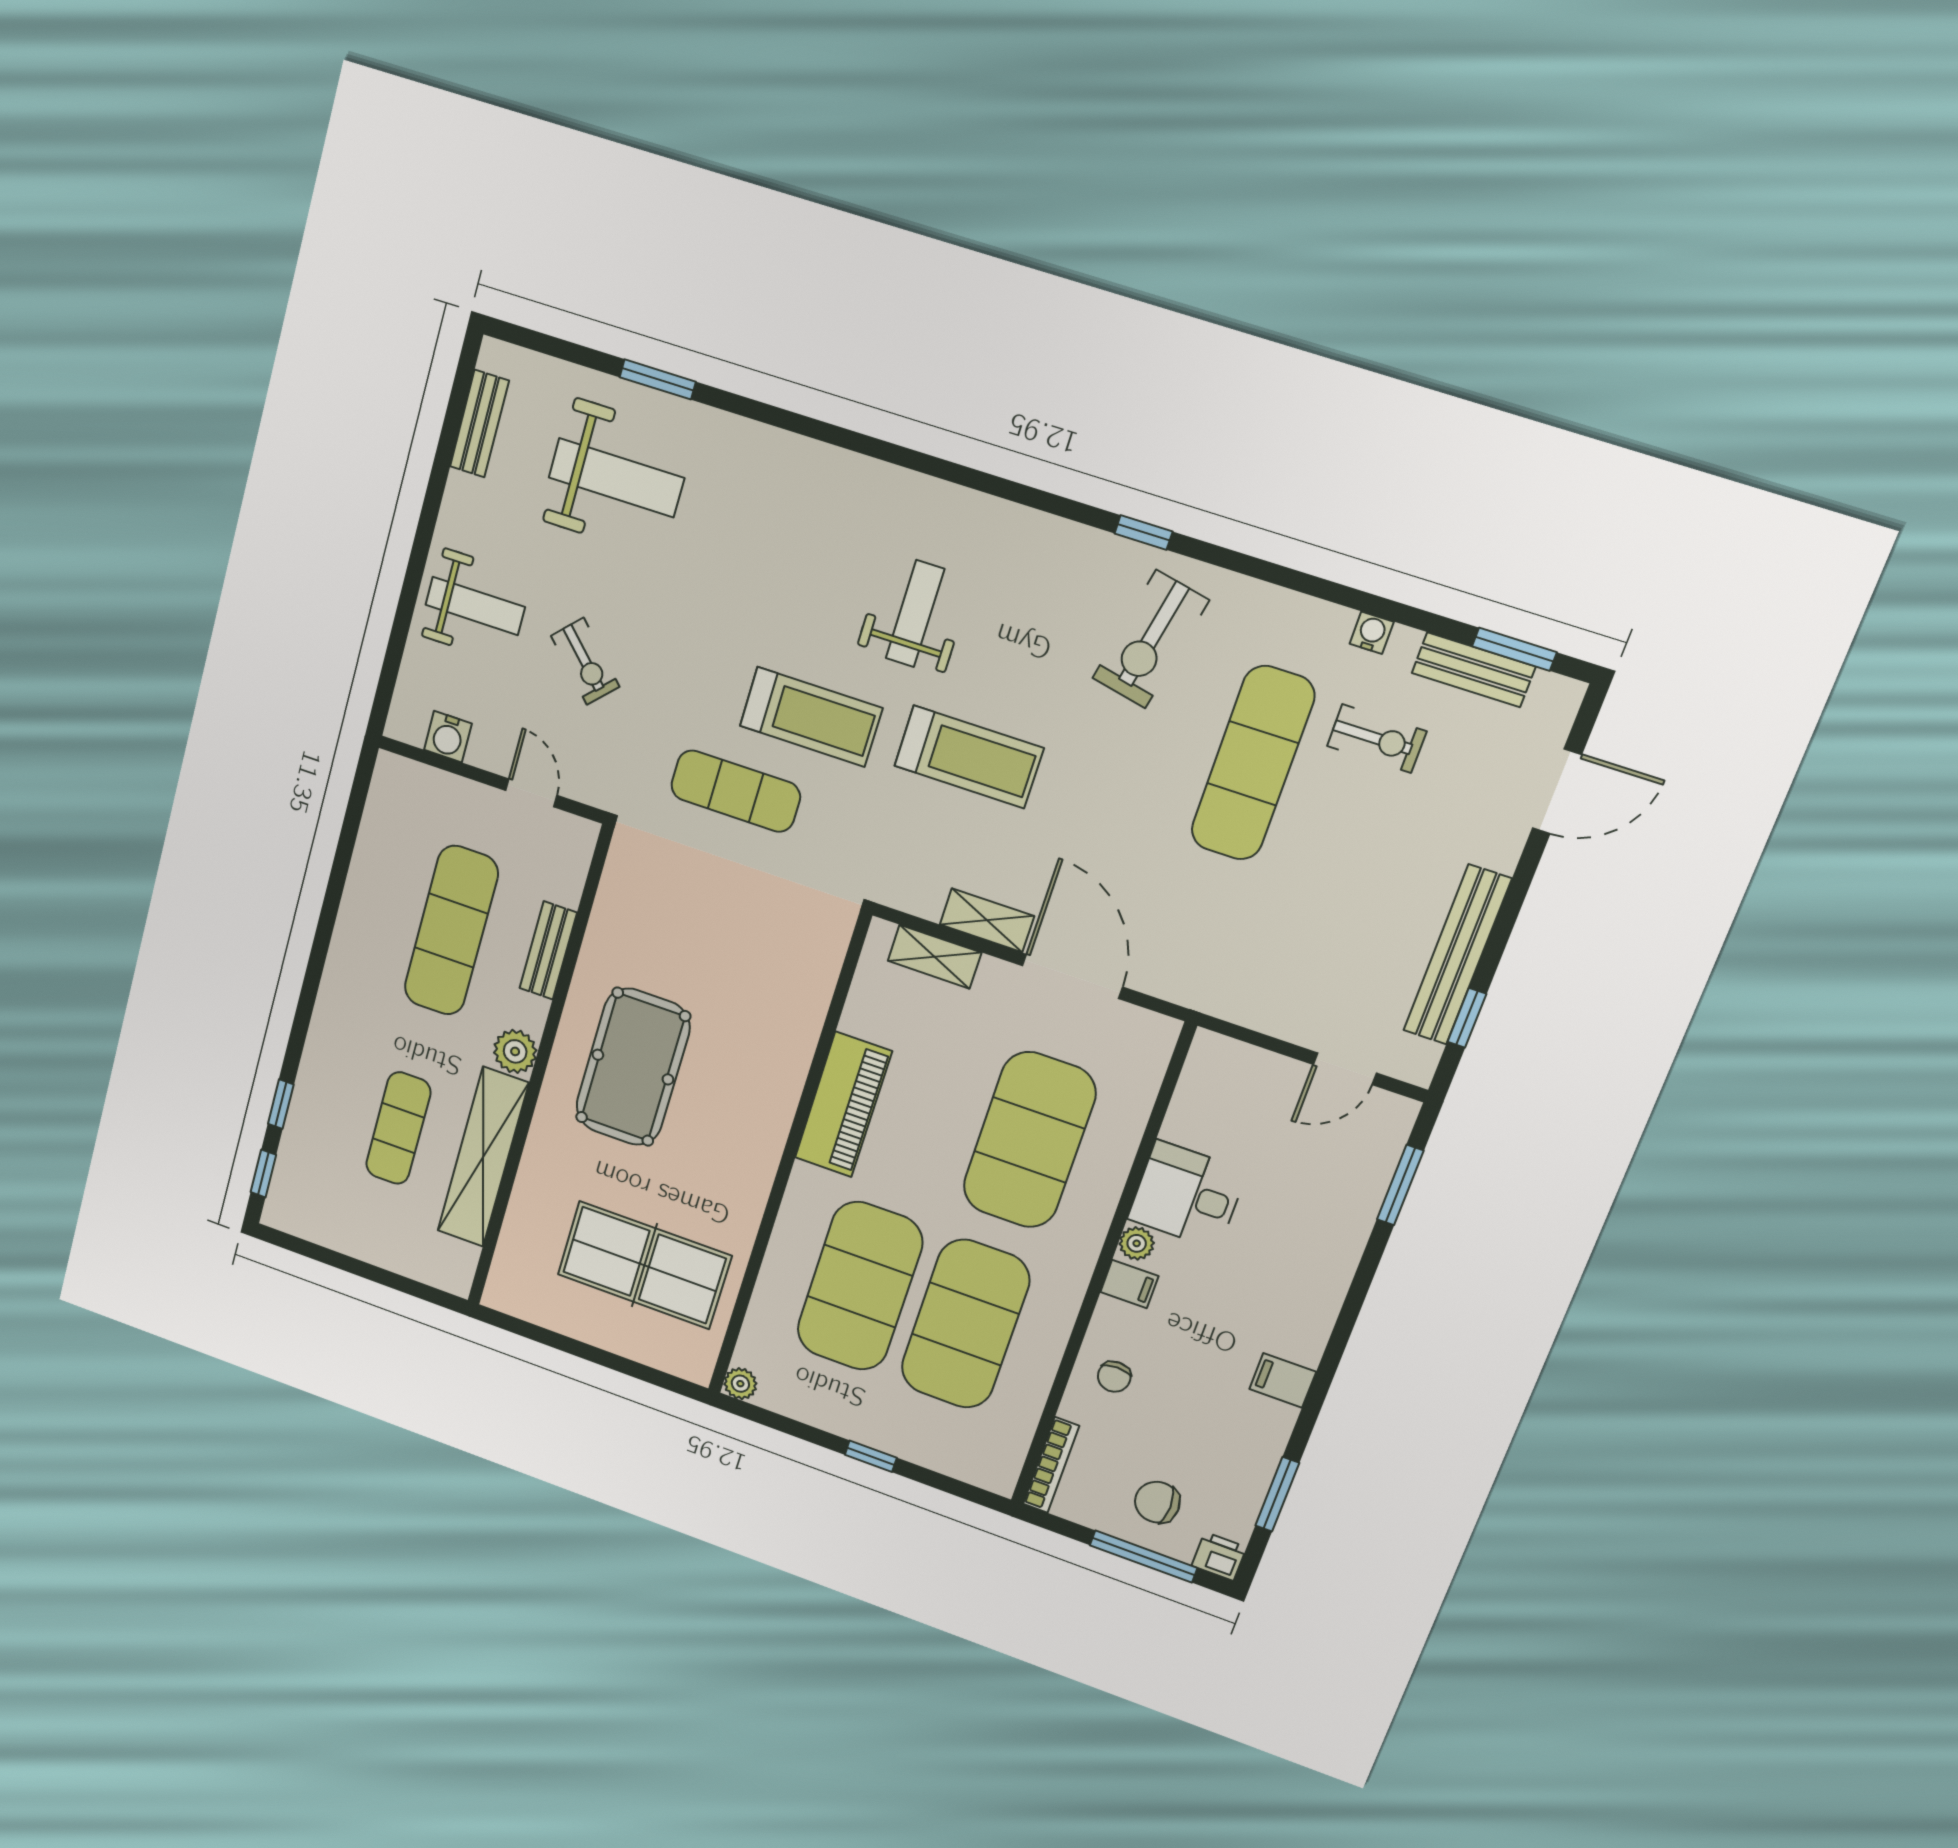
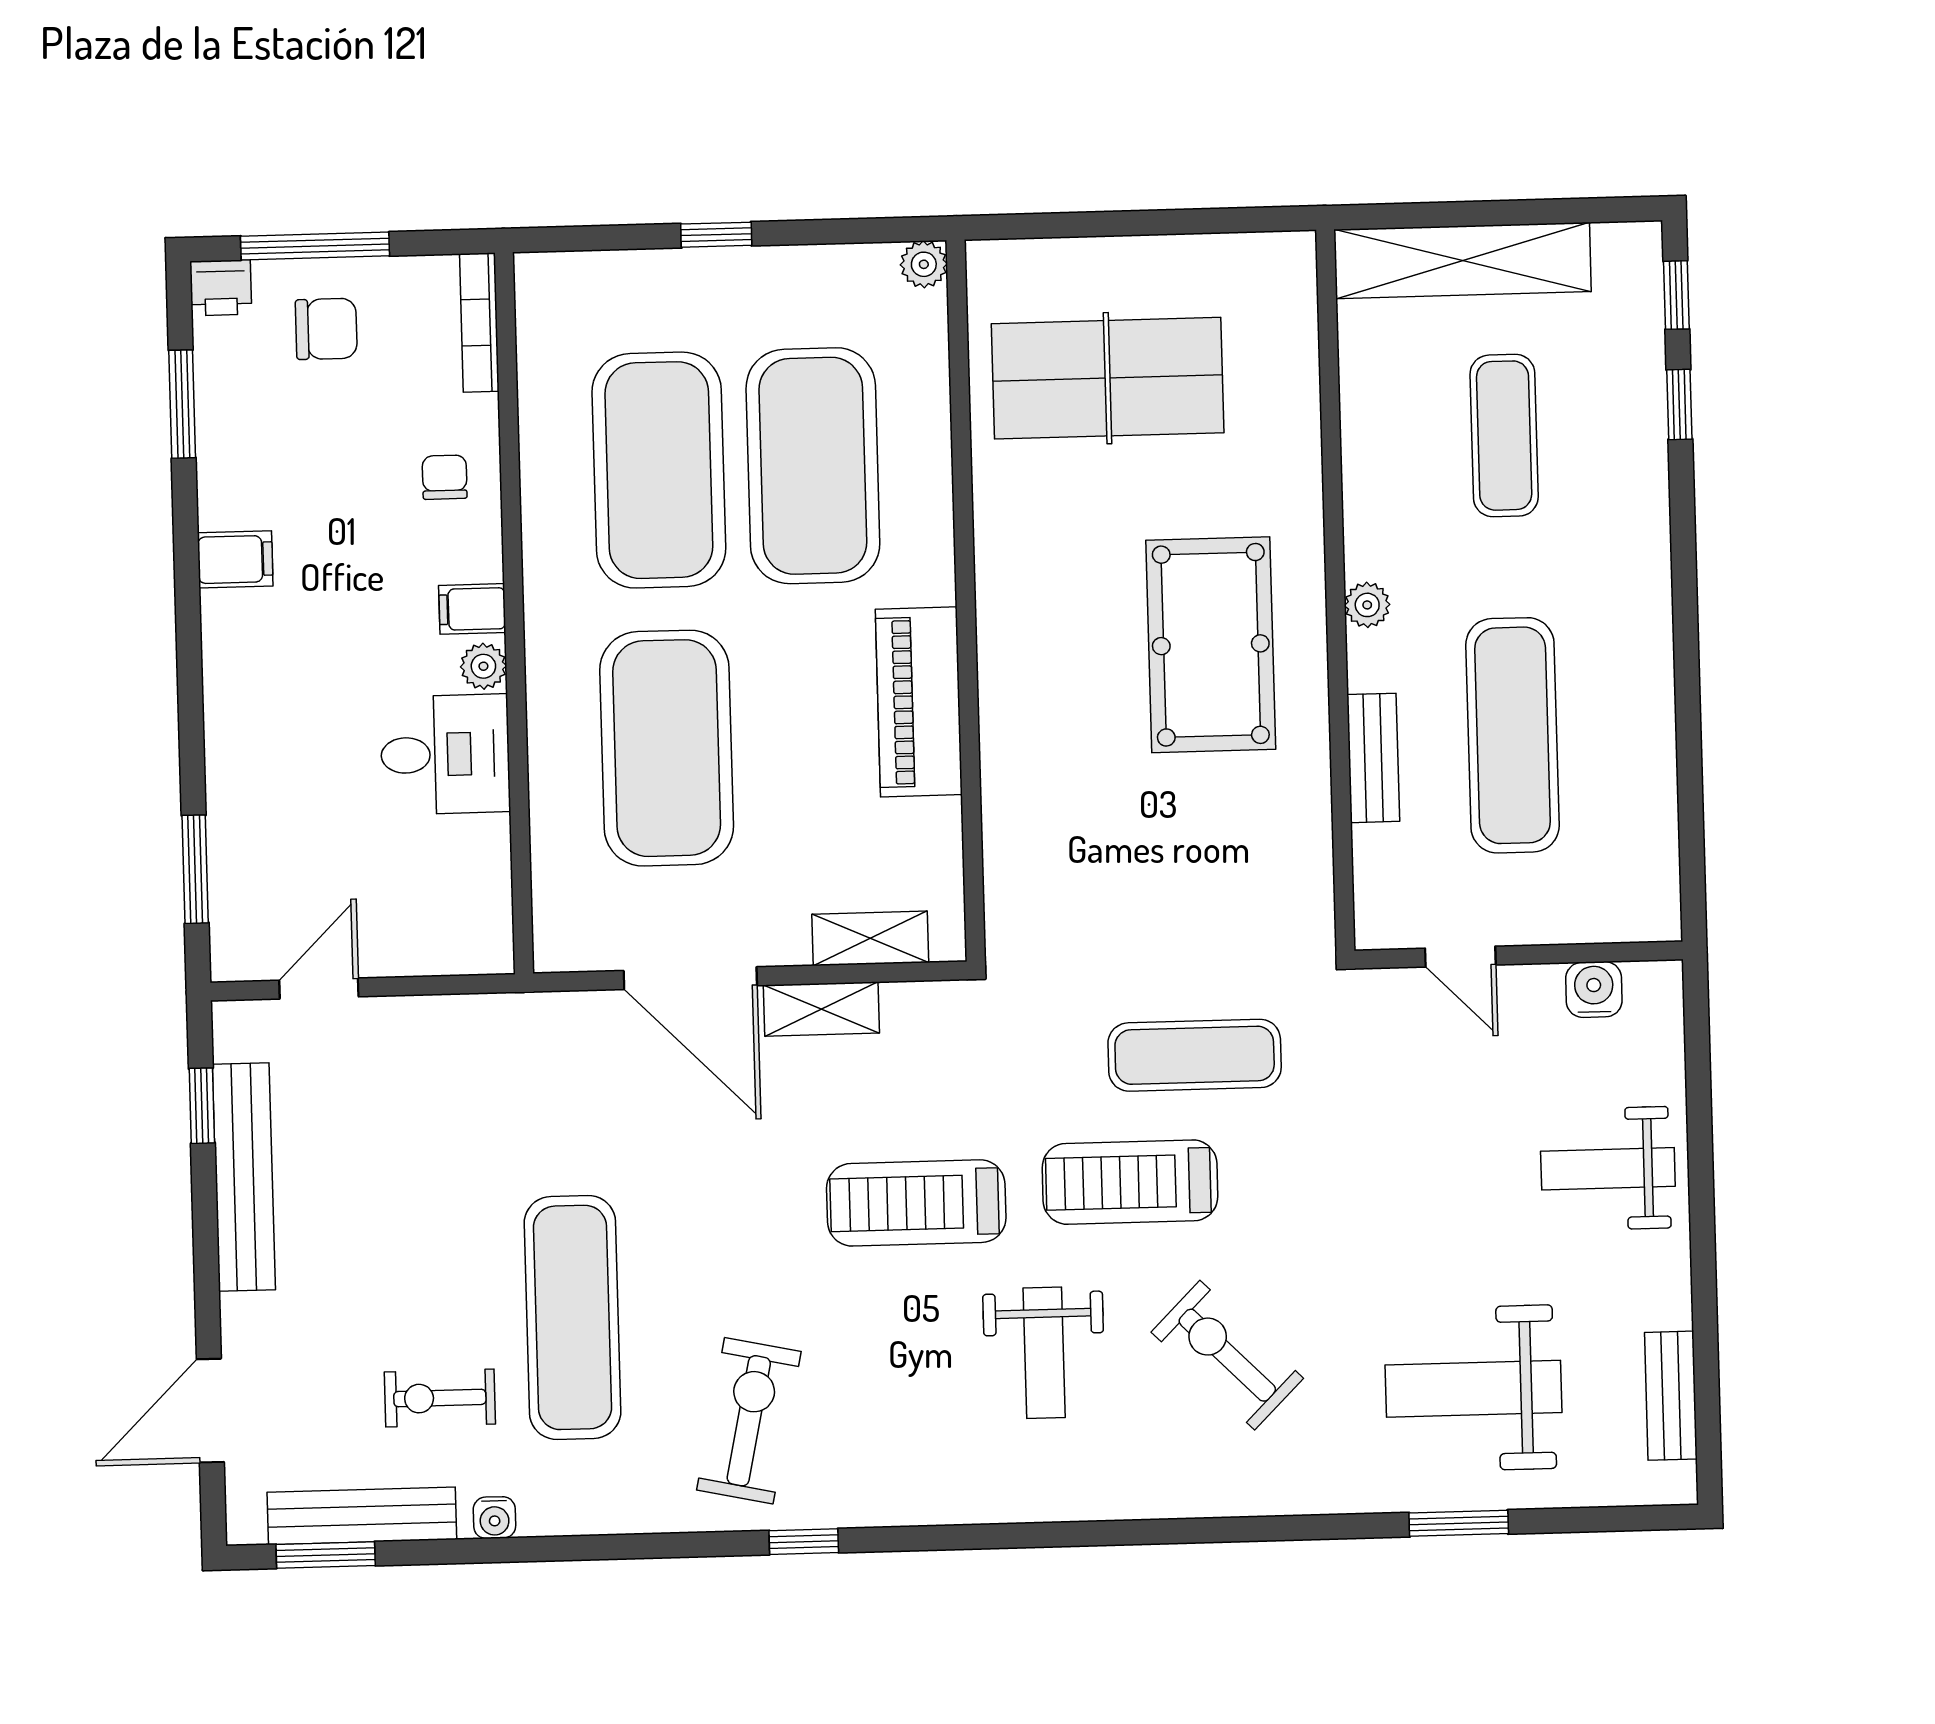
exercise bike: (585, 661) -> (1227, 1355), moved, width x1.38, depth x1.39
bench: (1474, 670) -> (362, 1516), width x1.36
plant: (515, 1051) -> (1367, 605), width x0.73, depth x0.73
shelving: (483, 1157) -> (1463, 260), moved, turned 90

